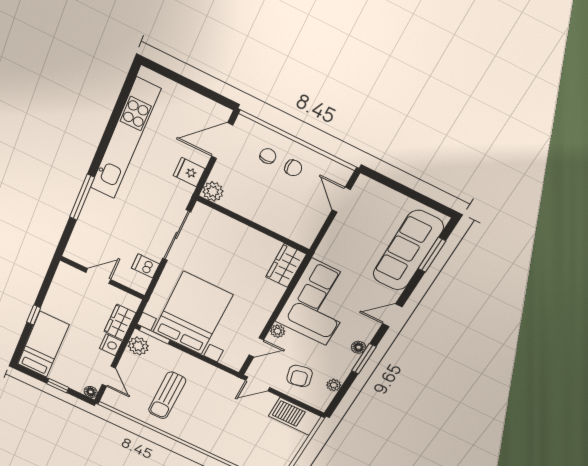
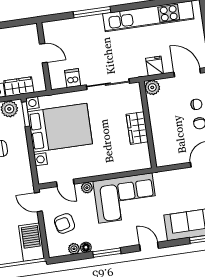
wardrobe: (286, 266) -> (137, 128), moved, turned -90
floor lamp: (359, 347) -> (86, 247), moved

